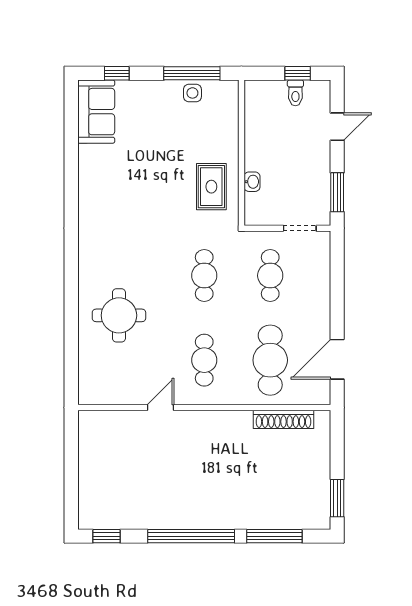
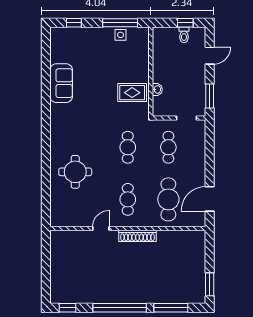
sofa: (96, 112) -> (61, 83), moved
rug: (211, 187) -> (132, 93), turned 90
shoe rack: (284, 419) -> (138, 236), moved

